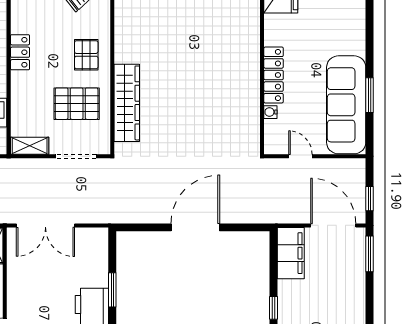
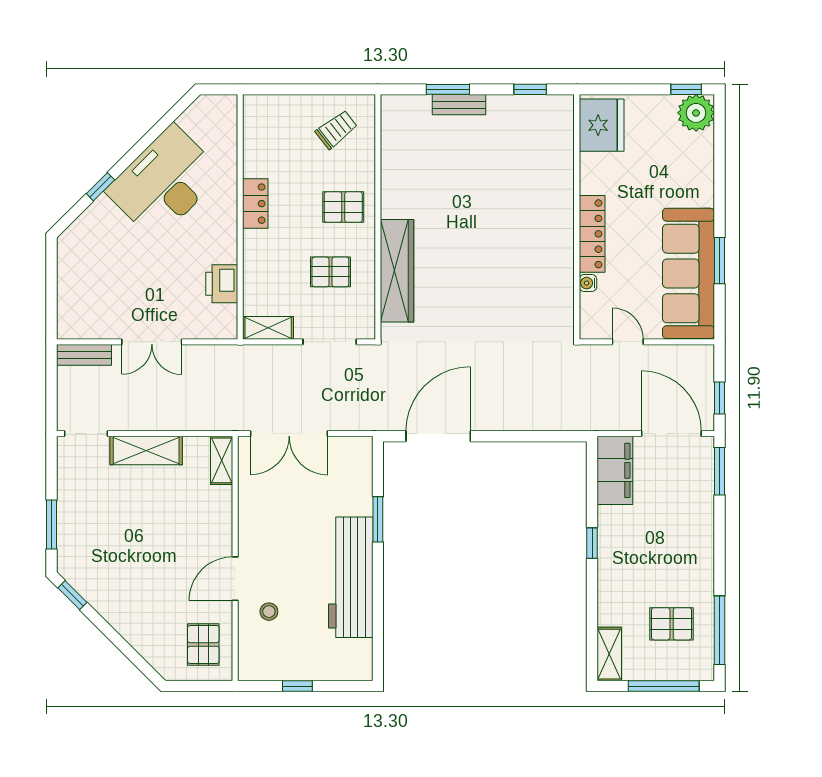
pallet: (86, 55) -> (343, 207), turned 90
pallet: (77, 104) -> (330, 272), width x0.67, depth x0.71
door: (195, 227) -> (438, 436), moved

